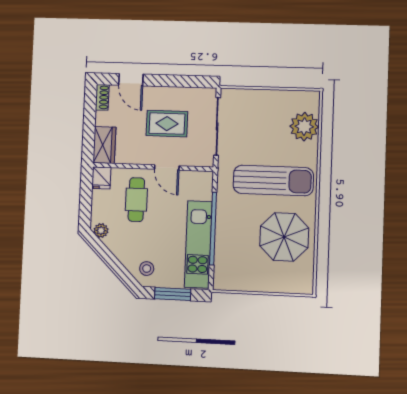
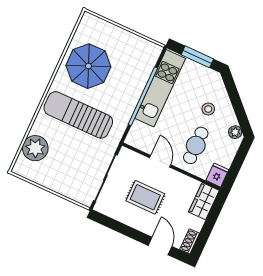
stool: (147, 269) -> (208, 109), moved

